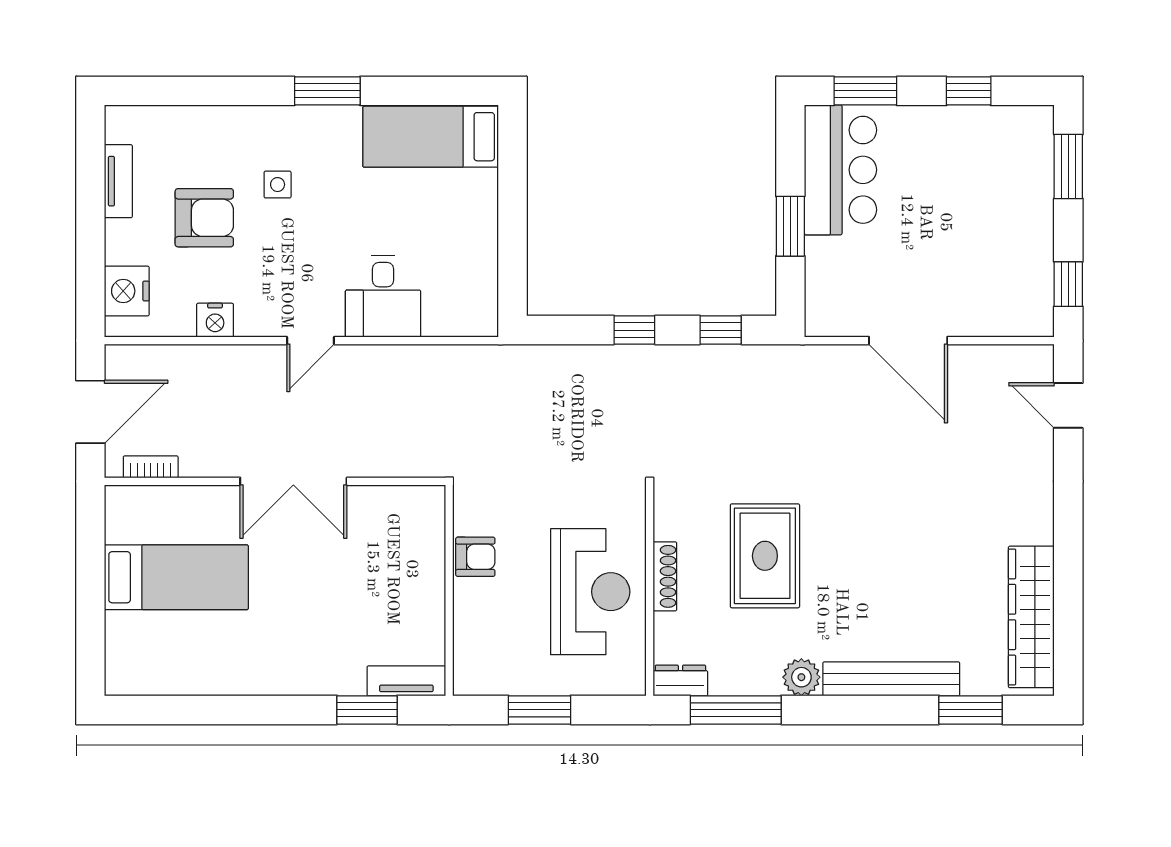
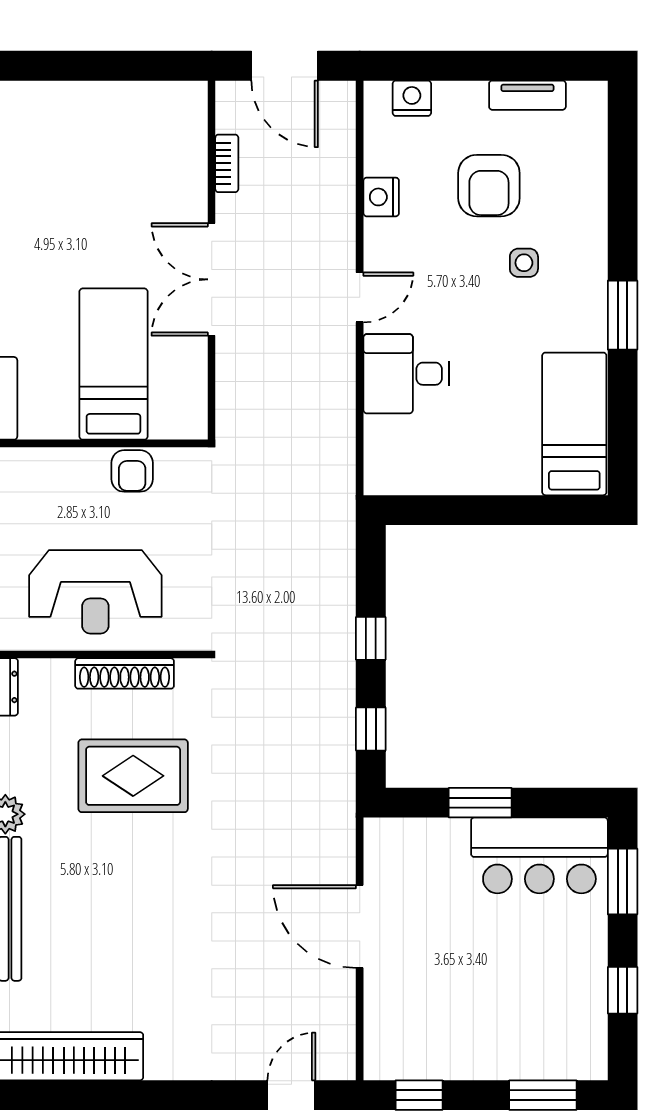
nightstand: (127, 291) -> (412, 98), width x0.74, depth x0.75
door: (311, 341) -> (360, 297), swing flipped
door: (908, 341) -> (360, 926), hinge flipped
bookcase: (151, 467) -> (227, 163), moved
shoe rack: (665, 576) -> (125, 673), width x1.36, depth x1.24
bed: (176, 577) -> (113, 364), moved, turned 180

